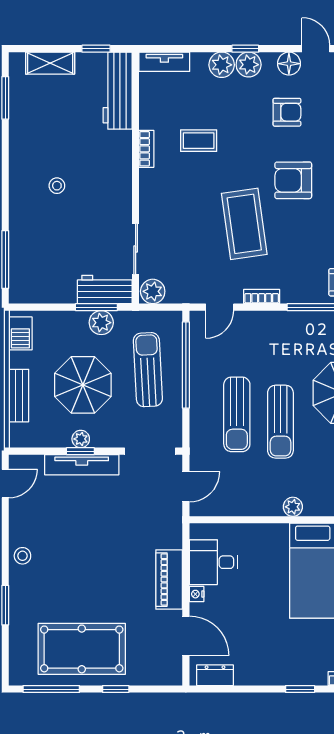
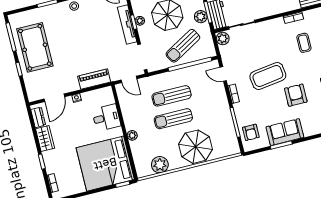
sun lounger: (148, 370) -> (183, 46), turned 153
desk: (213, 562) -> (106, 118), moved, turned 90
piano: (169, 580) -> (94, 79), moved
wardrobe: (258, 672) -> (45, 139), added

